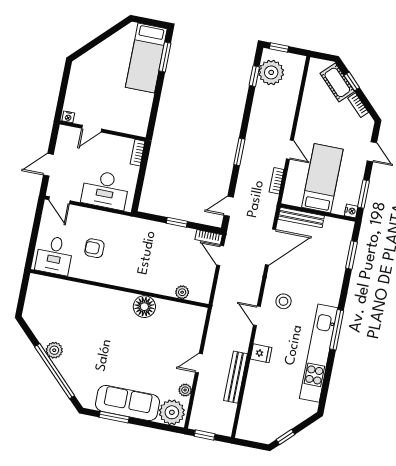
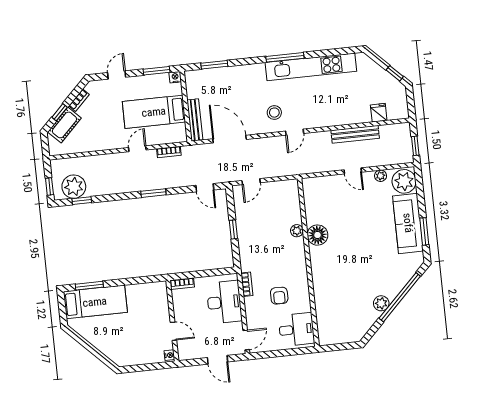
bookcase: (209, 237) -> (247, 284), moved
plant: (182, 292) -> (297, 231), moved
fridge: (261, 353) -> (379, 113), moved

